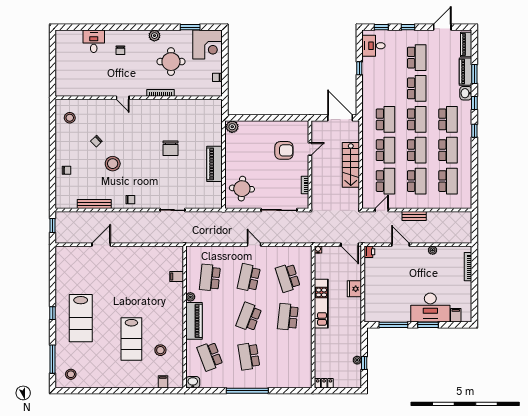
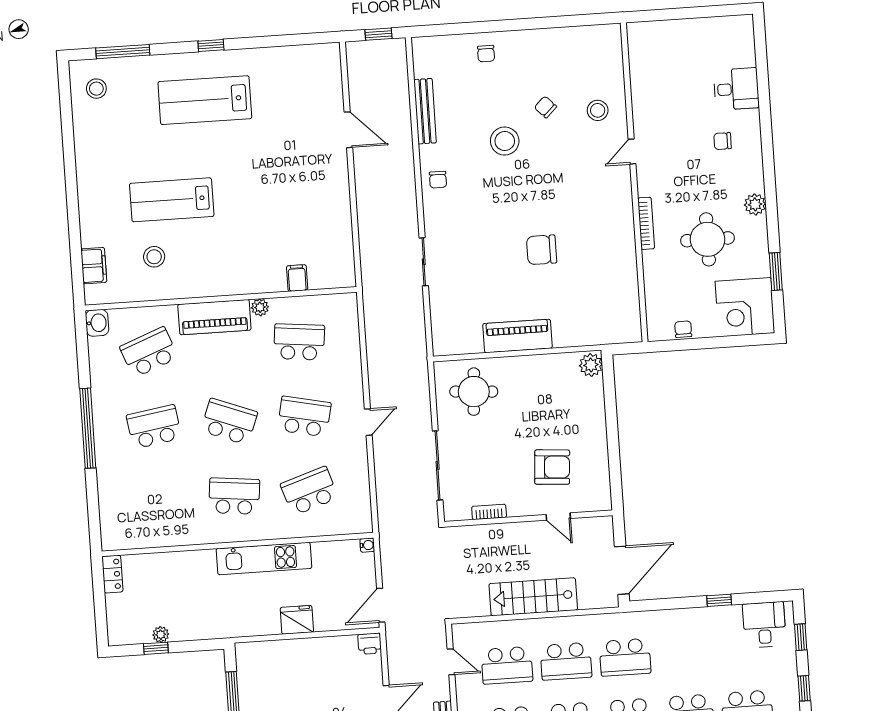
stool: (70, 118) -> (598, 110), moved
armchair: (284, 150) -> (552, 467), turned -86
filing cabinet: (163, 382) -> (94, 266), width x2.00

